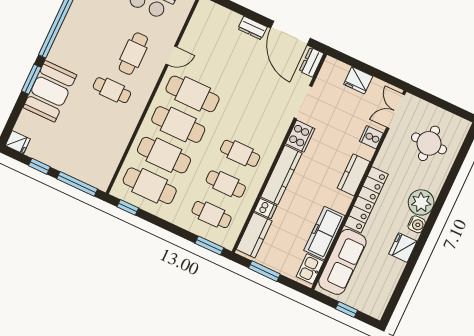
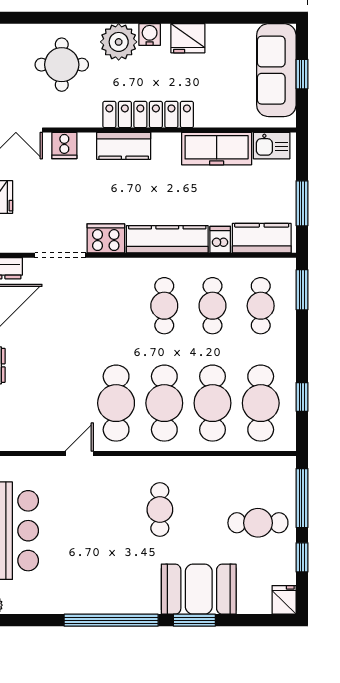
cafe table: (133, 54) -> (258, 523), moved
door: (171, 55) -> (79, 454), hinge flipped
round table: (429, 143) -> (62, 65), moved
window: (128, 207) -> (302, 397), moved
sofa: (342, 262) -> (276, 70), moved, turned -90

